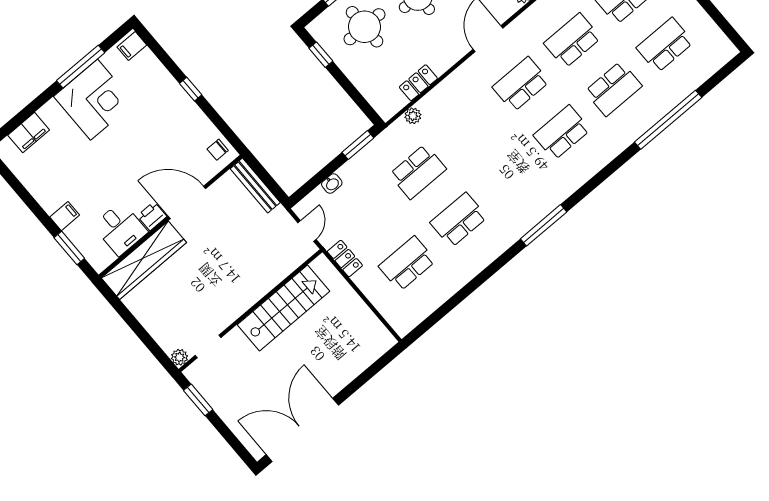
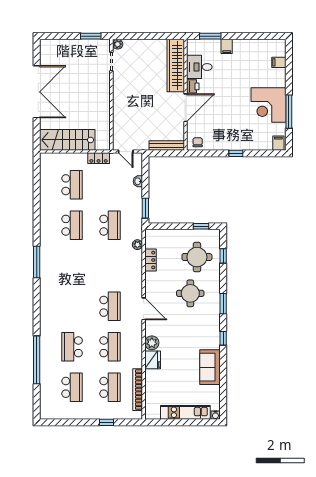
school desk: (562, 132) -> (72, 306), removed
filing cabinet: (29, 133) -> (279, 62), width x0.50
school desk: (418, 172) -> (110, 225), turned 180
stairs: (283, 308) -> (67, 140), moved, turned 90
double door: (302, 430) -> (37, 92), moved

